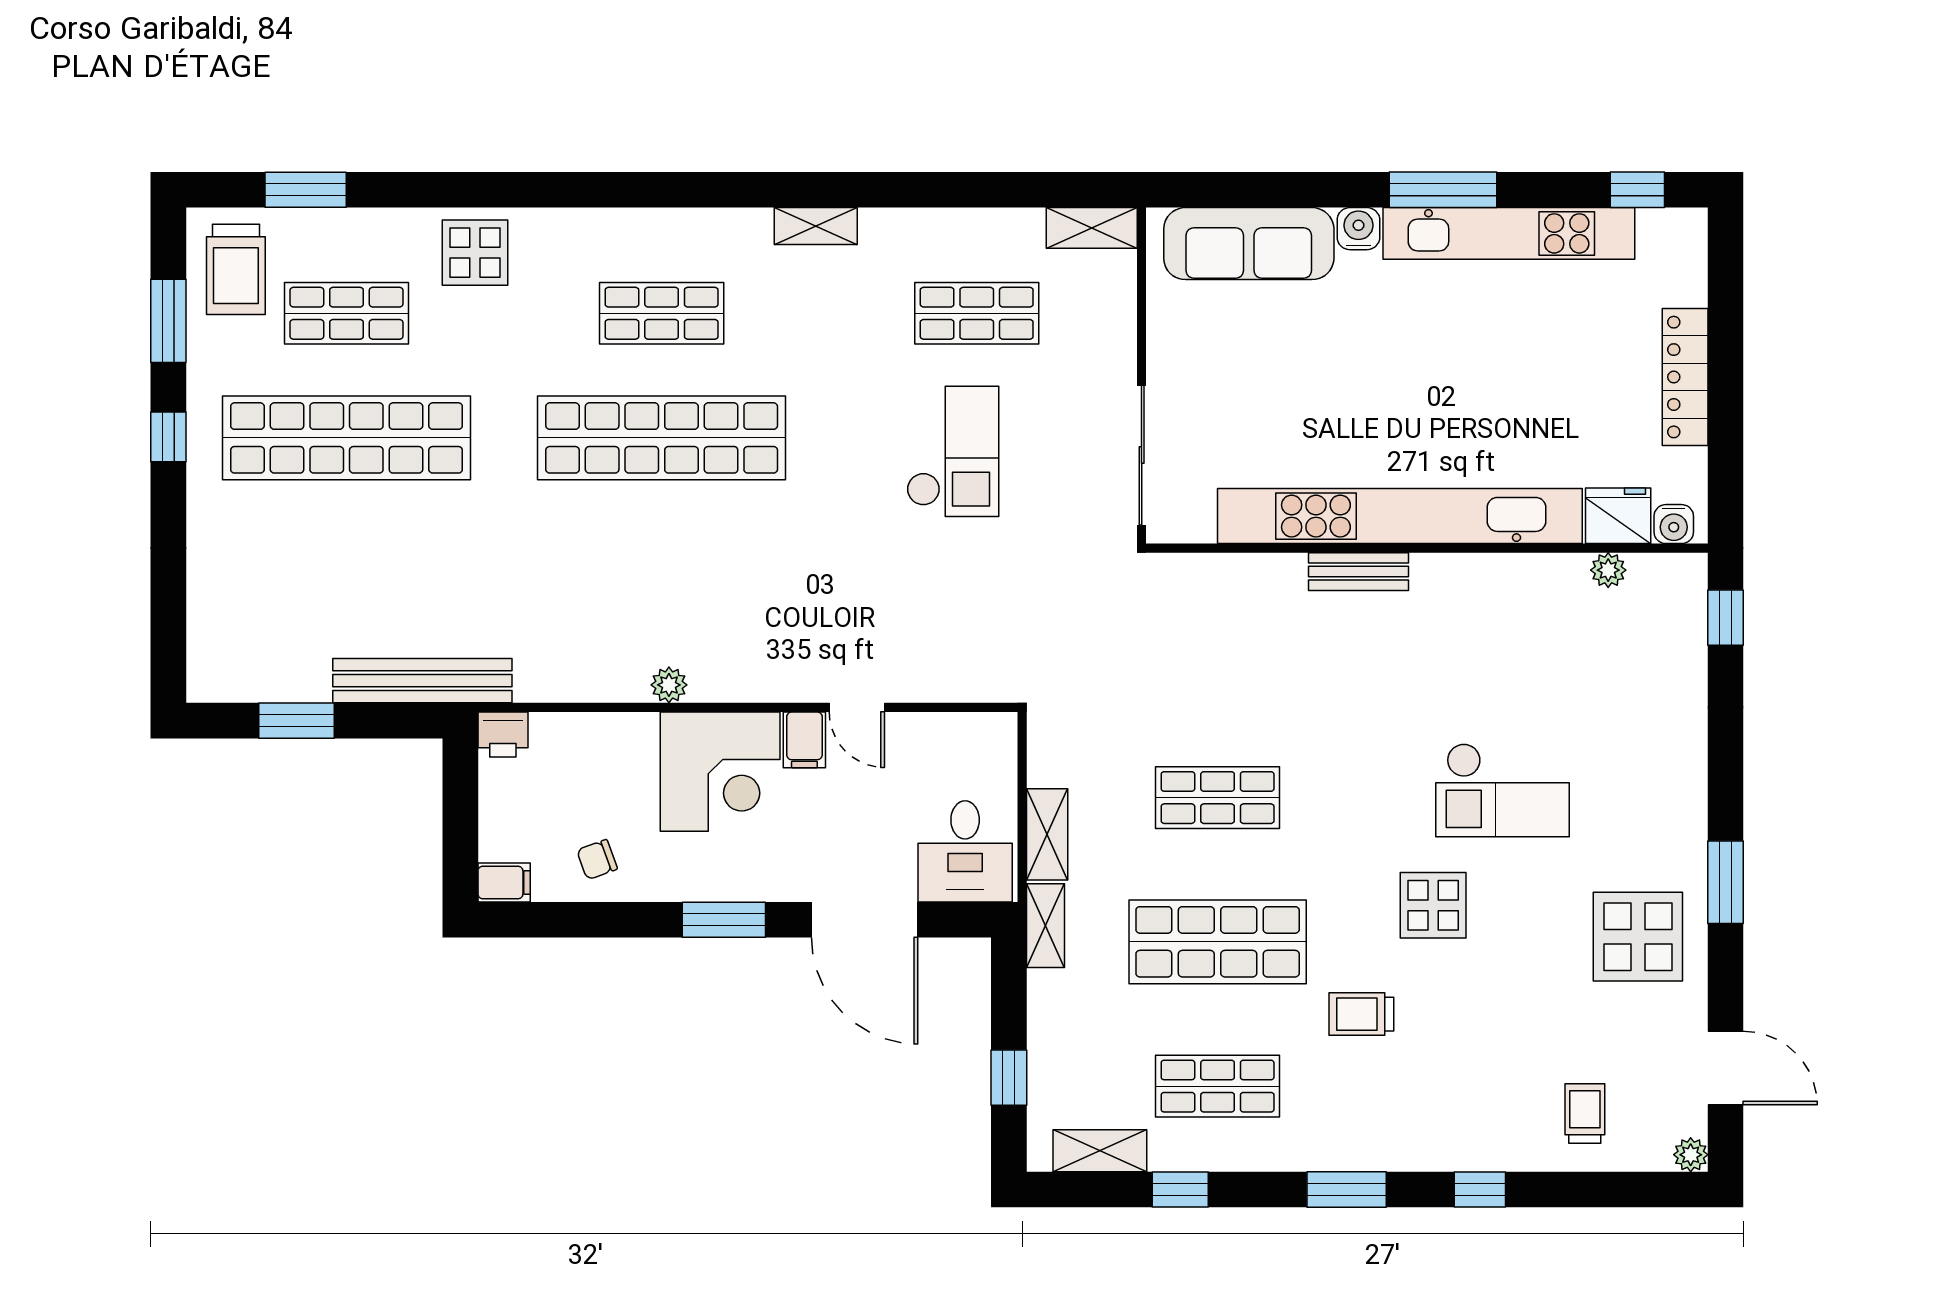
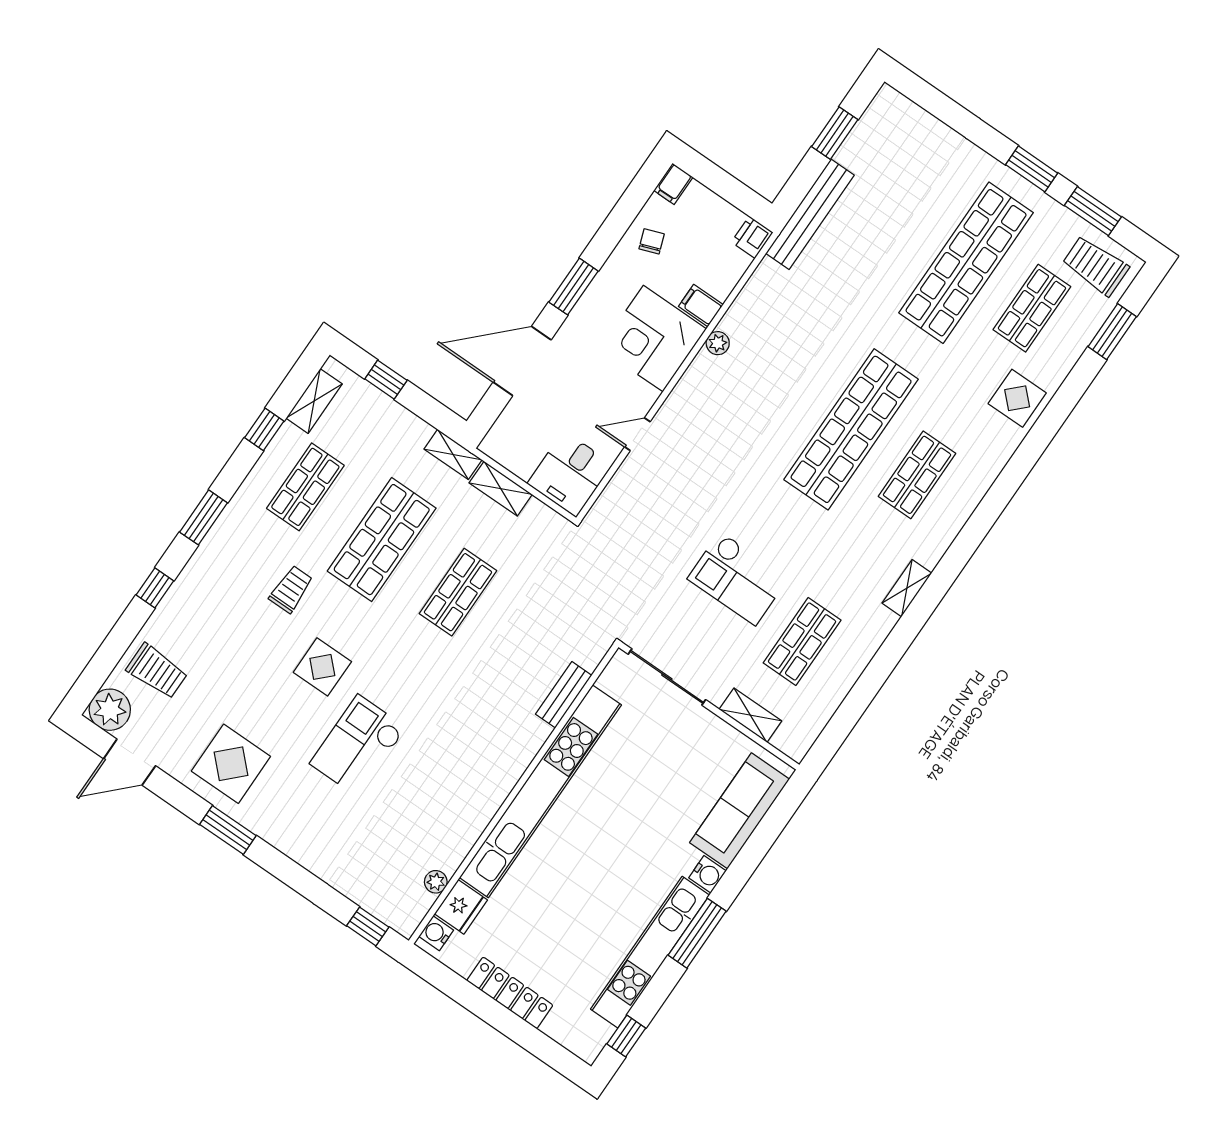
shelving: (1092, 228) -> (750, 715), moved, turned 90
window: (168, 437) -> (1032, 169), width x1.50
bench: (1359, 572) -> (564, 695), moved
filing cabinet: (804, 740) -> (701, 306), moved
desk: (965, 851) -> (570, 474), moved, turned -90
trolley: (1585, 1113) -> (157, 671), width x1.36, depth x1.39
plant: (1691, 1155) -> (110, 710), width x1.88, depth x1.88

